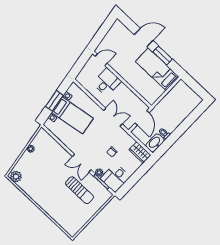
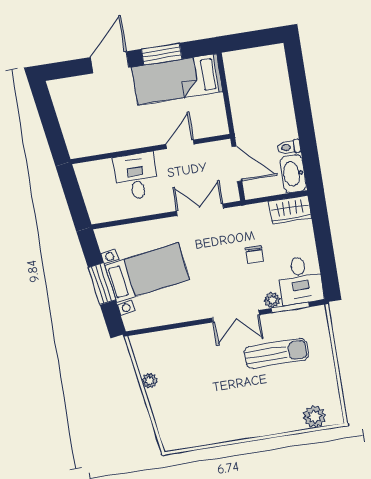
door: (101, 60) -> (180, 144), moved
plant: (16, 176) -> (314, 417), moved

